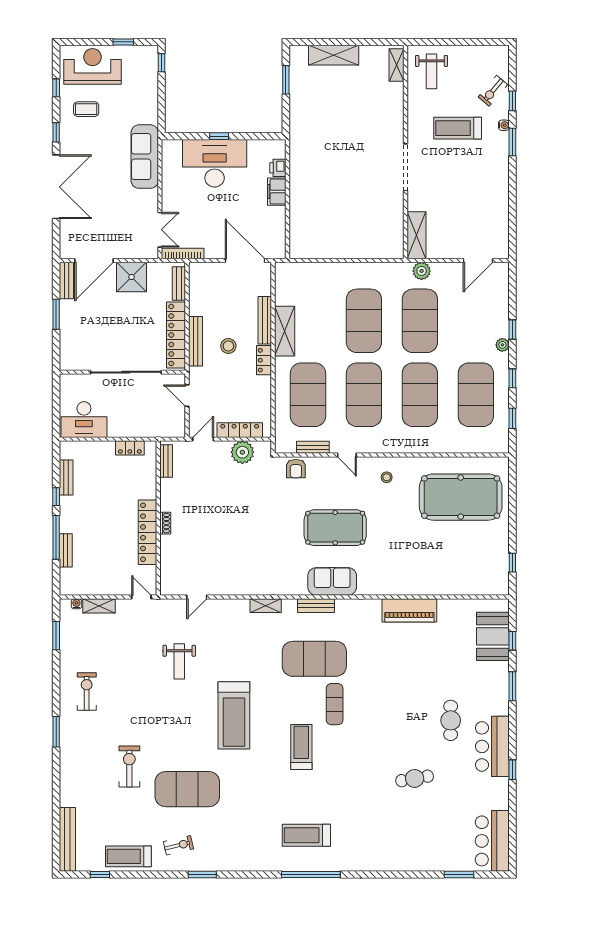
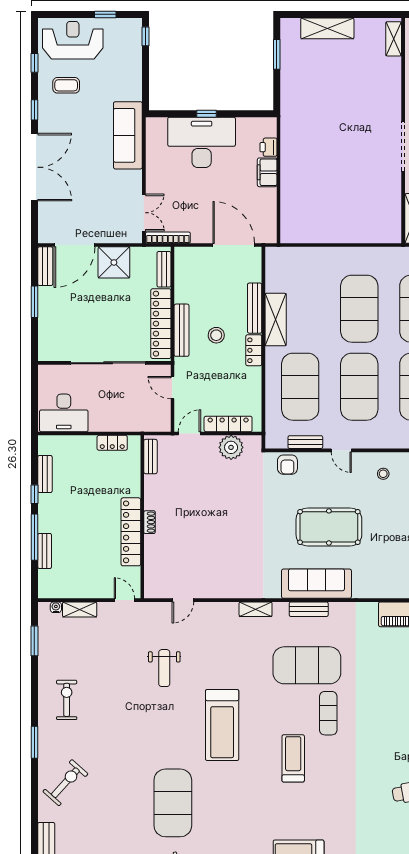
sofa: (332, 581) -> (316, 584), width x1.36
exercise bike: (129, 767) -> (65, 783), moved, turned 42
exercise mat: (187, 789) -> (173, 803), turned 90

